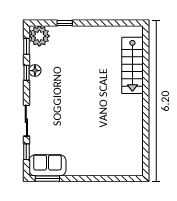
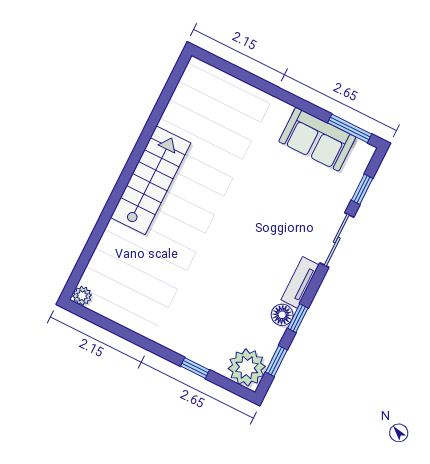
plant: (138, 31) -> (82, 296), added
stairs: (132, 65) -> (151, 180), moved
tv unit: (34, 91) -> (300, 282), added
sofa: (47, 165) -> (317, 139), moved

